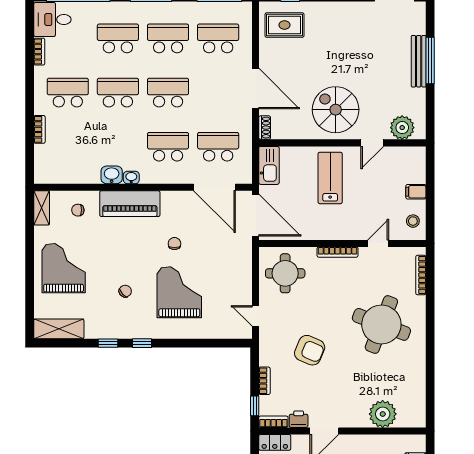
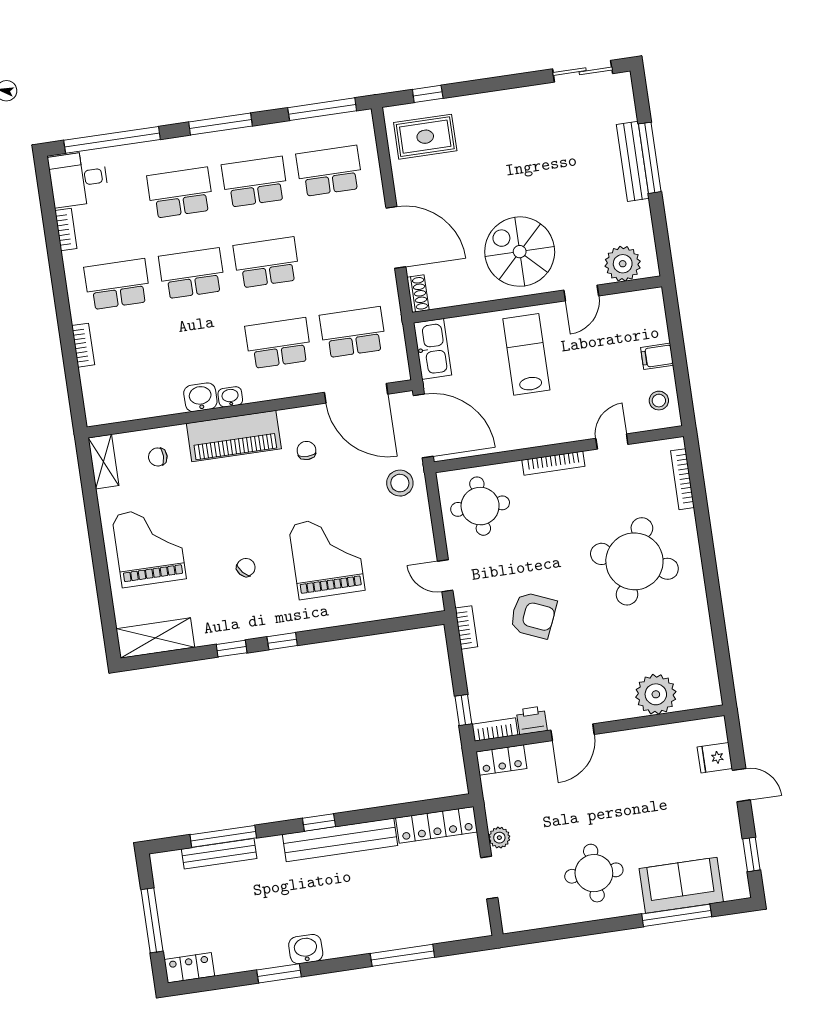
chair: (174, 244) -> (306, 450), moved
stool: (235, 250) -> (400, 483), added
bookcase: (264, 381) -> (466, 627), moved

